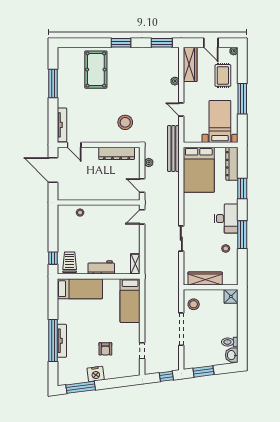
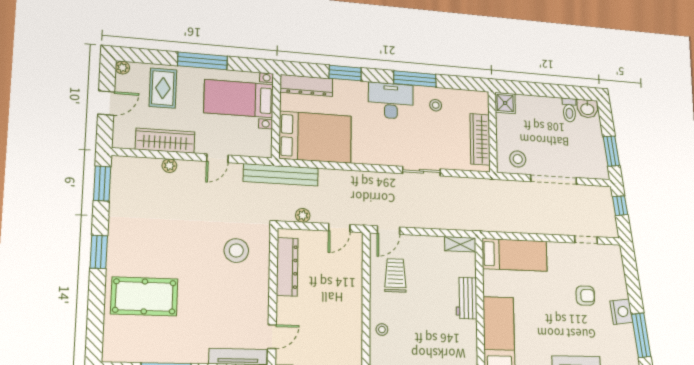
wardrobe: (190, 64) -> (165, 141), moved
rug: (223, 75) -> (163, 88), turned 90
door: (142, 217) -> (389, 230), hinge flipped
trolley: (70, 262) -> (395, 275), moved, turned 90

